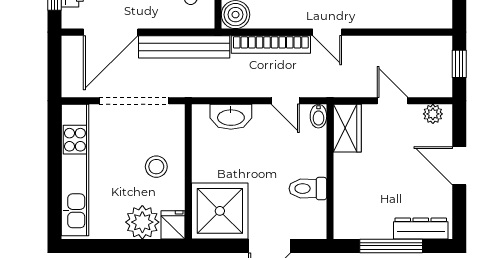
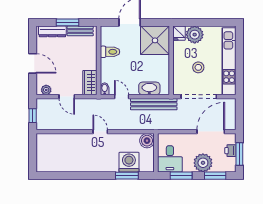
bookcase: (271, 45) -> (129, 125), removed
bench: (184, 47) -> (154, 104), moved
stool: (156, 167) -> (198, 67), moved
bench: (366, 229) -> (80, 31), added
window: (391, 246) -> (68, 22), width x0.69

